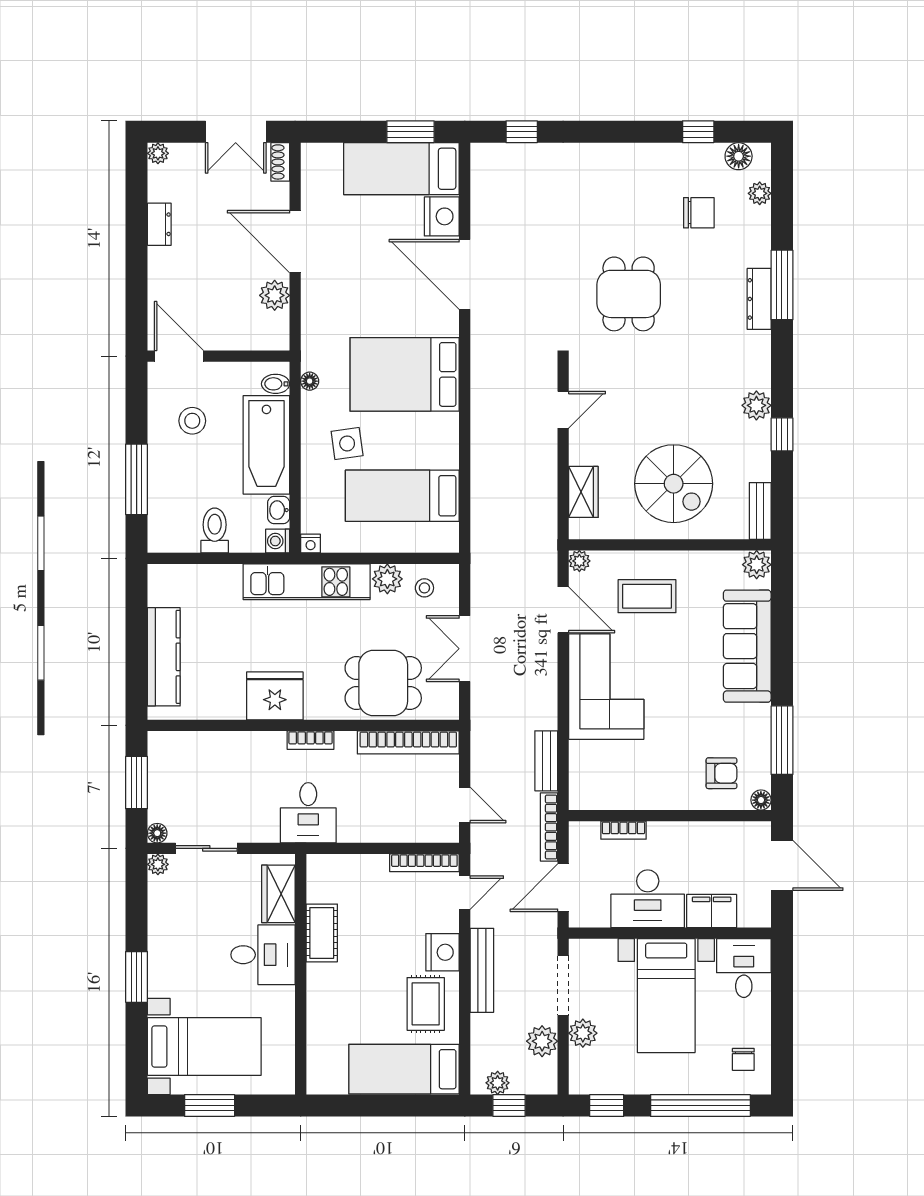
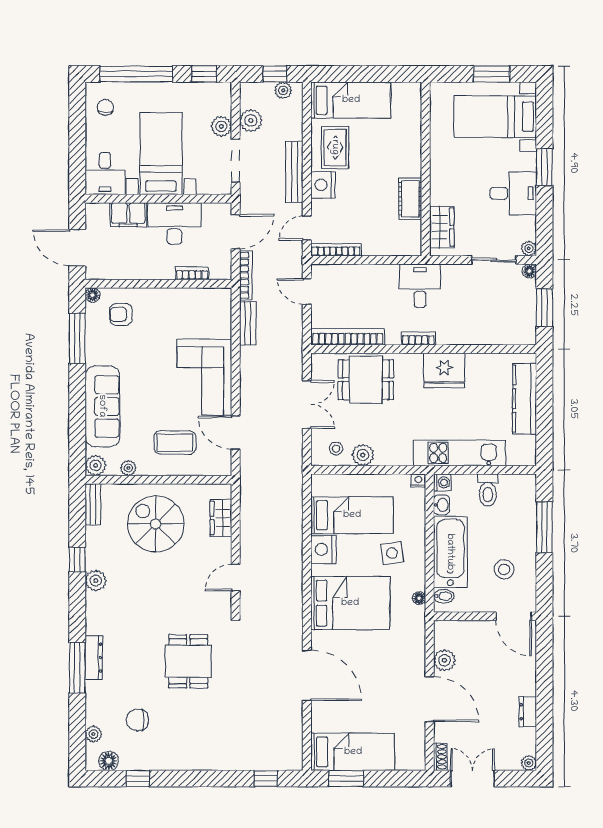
nightstand: (442, 216) -> (323, 549), moved
plant: (579, 561) -> (128, 468), moved
kitchen unit: (307, 582) -> (459, 453), moved
desk: (263, 955) -> (513, 193), moved, turned 180

